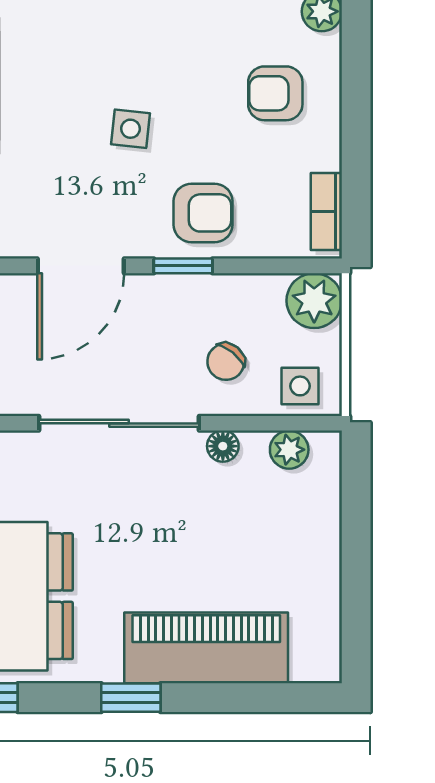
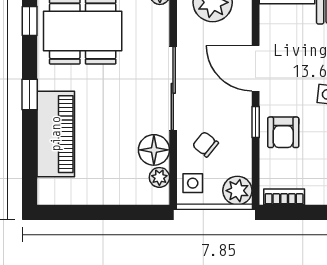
floor lamp: (223, 446) -> (154, 150), width x1.89, depth x1.89

